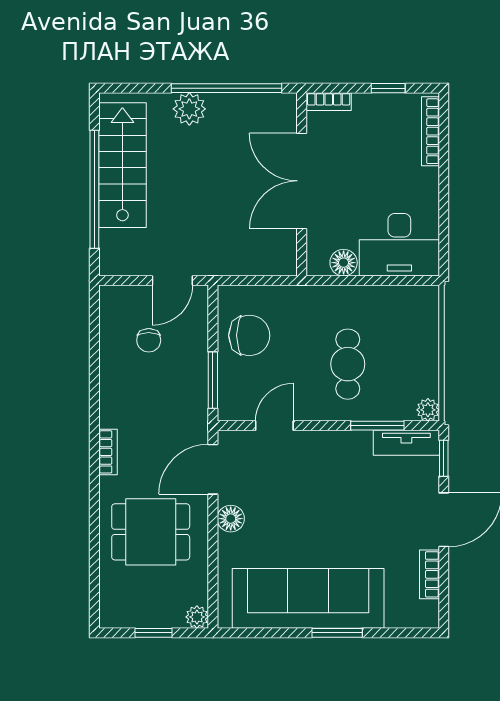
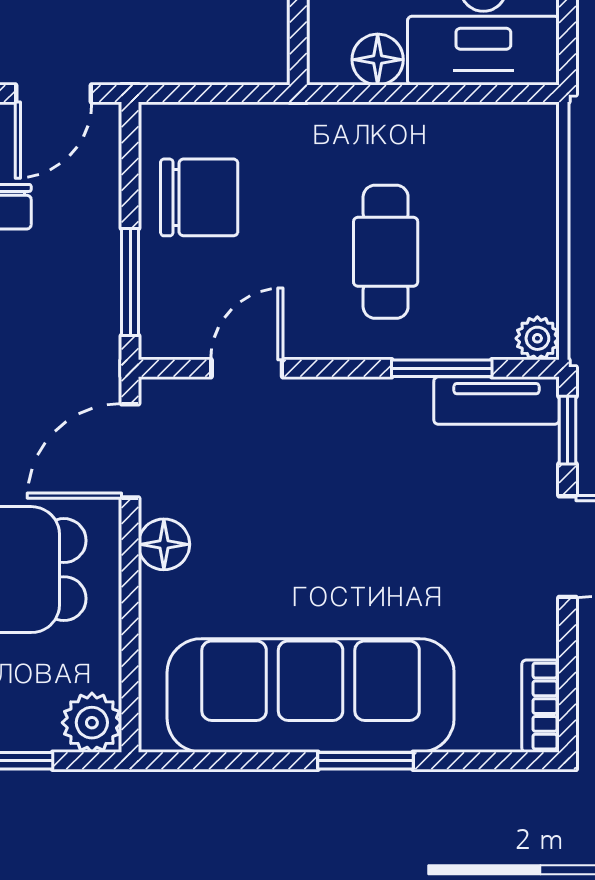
bookcase: (430, 574) -> (541, 706), moved
plant: (197, 617) -> (92, 723), width x1.38, depth x1.38

